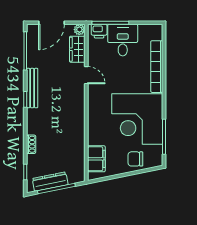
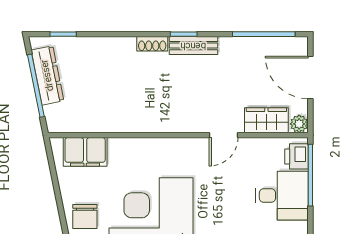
bench: (32, 88) -> (193, 46), width x0.73
shoe rack: (31, 144) -> (152, 44), moved
chair: (135, 159) -> (85, 216), turned 180

